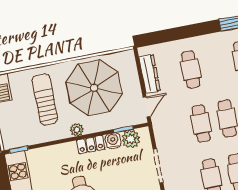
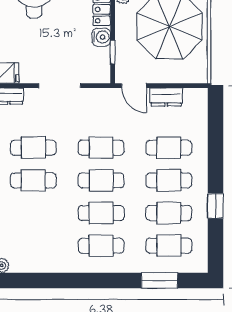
cafe table: (217, 65) -> (169, 180), added
dresser: (150, 74) -> (166, 97), width x0.70
plant: (131, 139) -> (99, 59), removed

